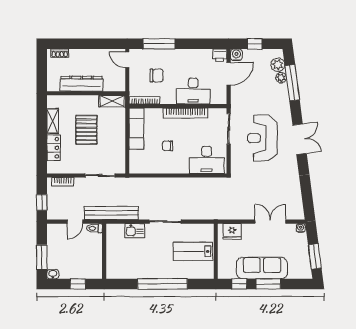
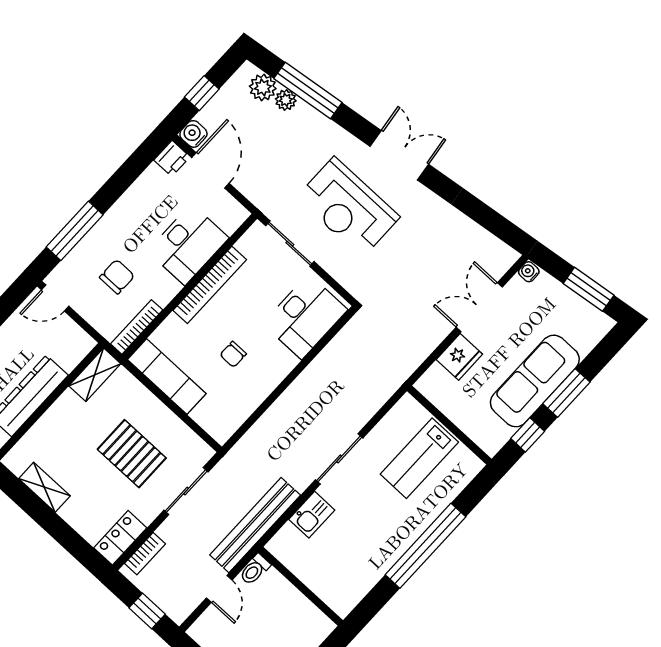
pallet: (86, 130) -> (132, 454), moved
locker: (54, 148) -> (120, 538), moved, turned -90
fridge: (232, 231) -> (459, 357), moved

